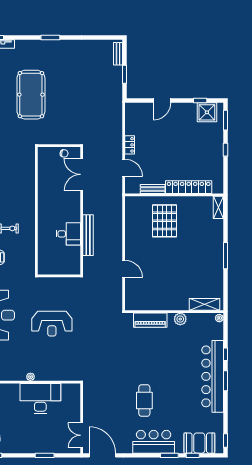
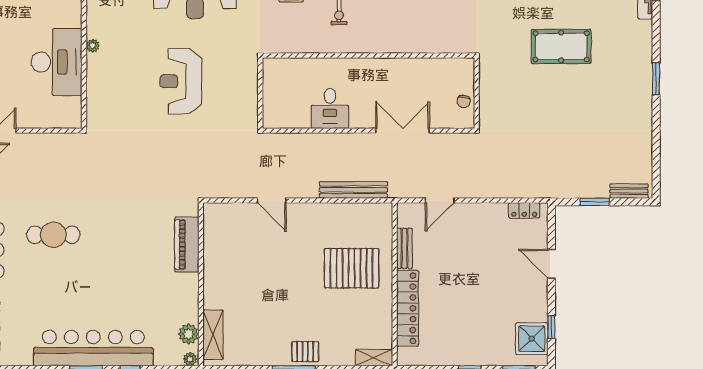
pool table: (31, 95) -> (561, 46), width x0.73, depth x0.76
locker: (130, 145) -> (524, 210), moved
double door: (82, 174) -> (403, 131), moved
bench: (88, 235) -> (353, 190), moved
pallet: (215, 249) -> (305, 352), added
door: (124, 269) -> (272, 200), hinge flipped
plant: (180, 319) -> (189, 334), moved

